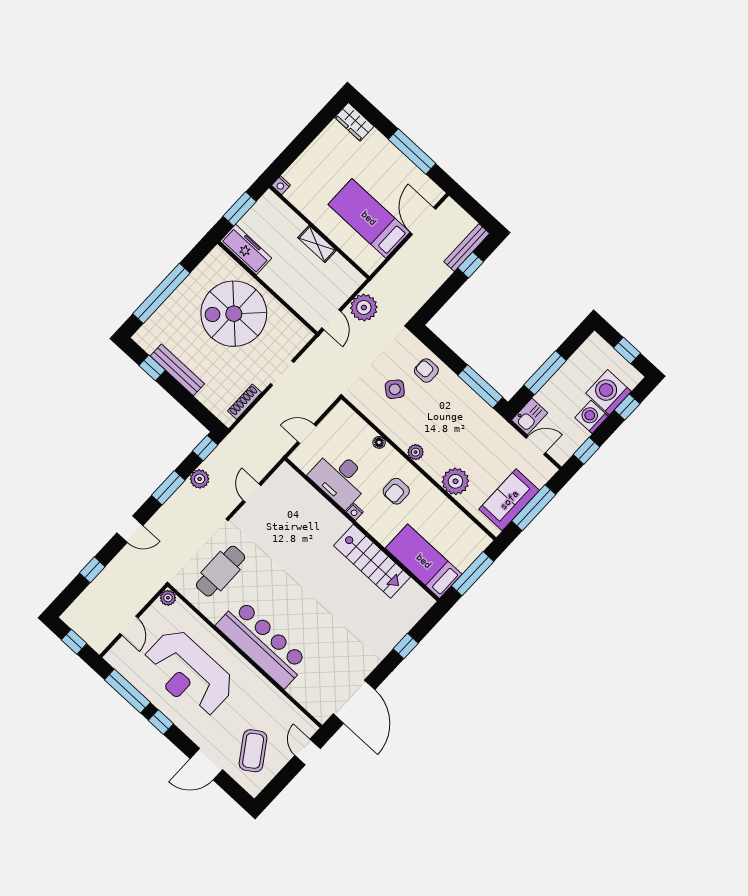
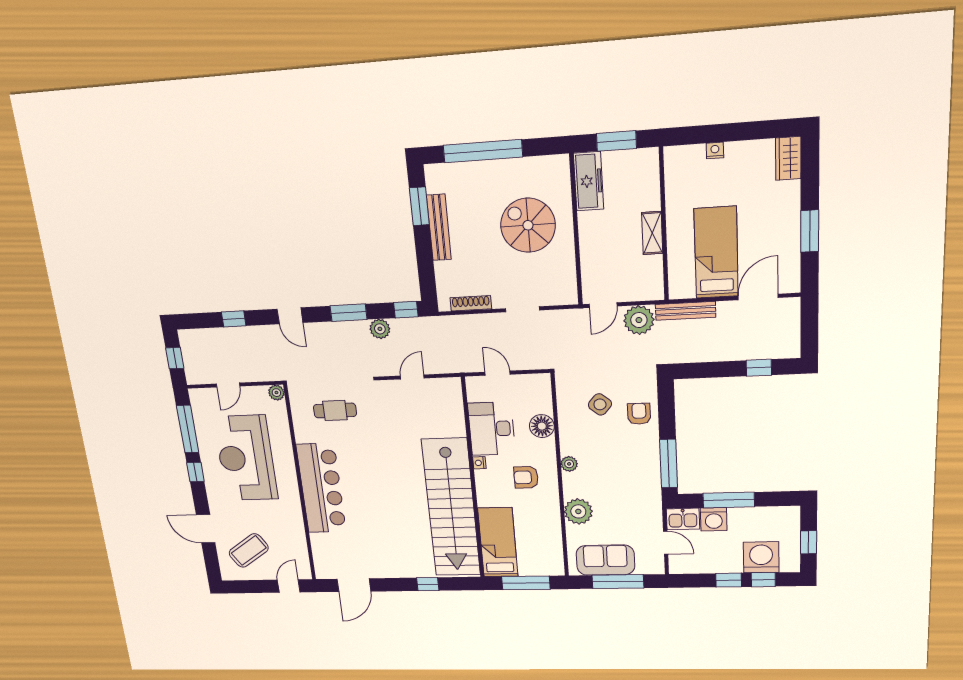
window: (412, 151) -> (810, 231), width x0.69
nightstand: (281, 185) -> (715, 150), moved, turned 90
bench: (467, 248) -> (685, 311), moved
spiral stairs: (234, 314) -> (528, 225), width x0.73, depth x0.73
window: (152, 368) -> (419, 206), width x1.50
washing machine: (592, 417) -> (714, 519), moved, turned 180
floor lamp: (379, 442) -> (542, 426), width x1.89, depth x1.89
window: (587, 451) -> (729, 580), moved
stairs: (372, 561) -> (451, 508), width x1.86, depth x1.51
cafe table: (221, 571) -> (335, 410), width x0.73, depth x0.74
door: (354, 702) -> (354, 585), width x0.73

